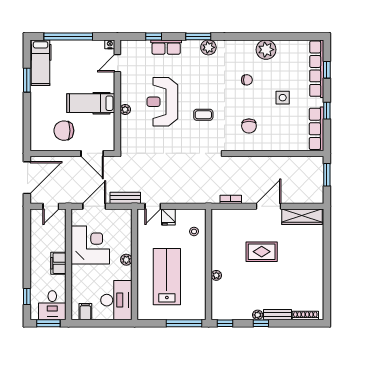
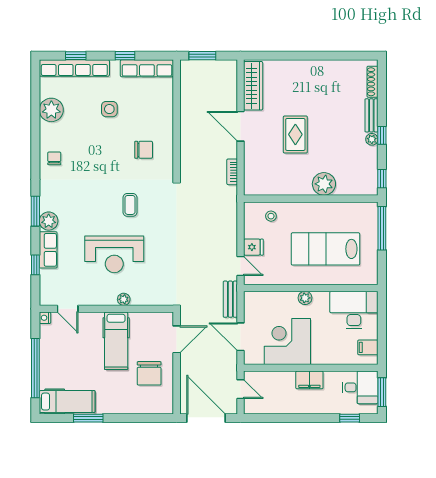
plant: (208, 47) -> (49, 221), moved
plant: (266, 50) -> (51, 110), moved
chair: (247, 80) -> (54, 158), moved
plant: (216, 275) -> (324, 184), width x1.88, depth x1.88

